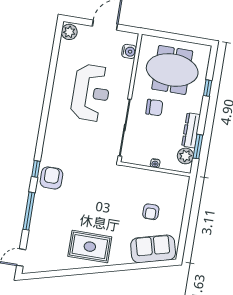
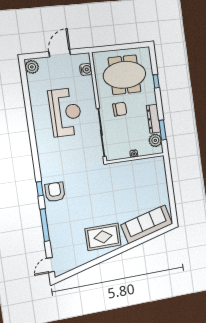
armchair: (151, 212) -> (142, 193), removed
sofa: (153, 249) -> (147, 224), width x1.36

